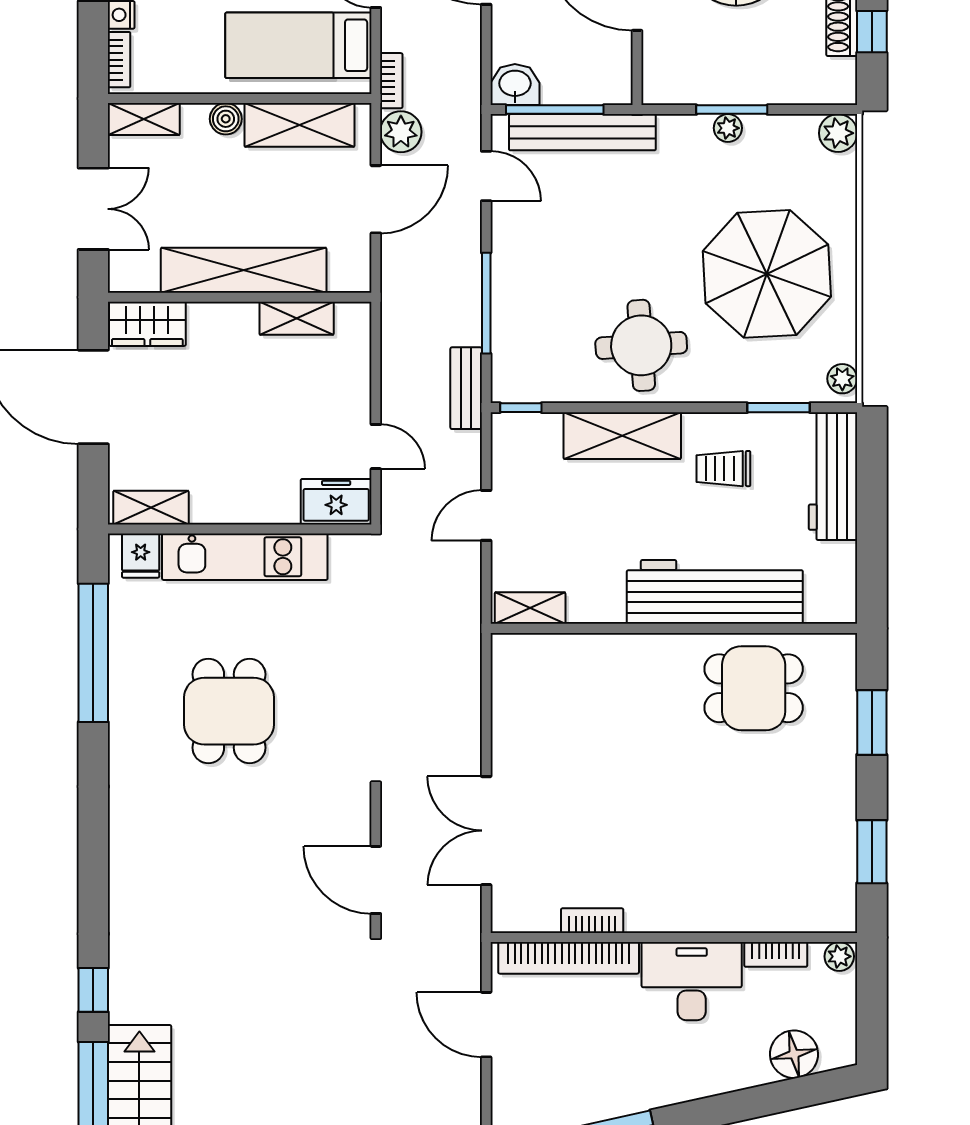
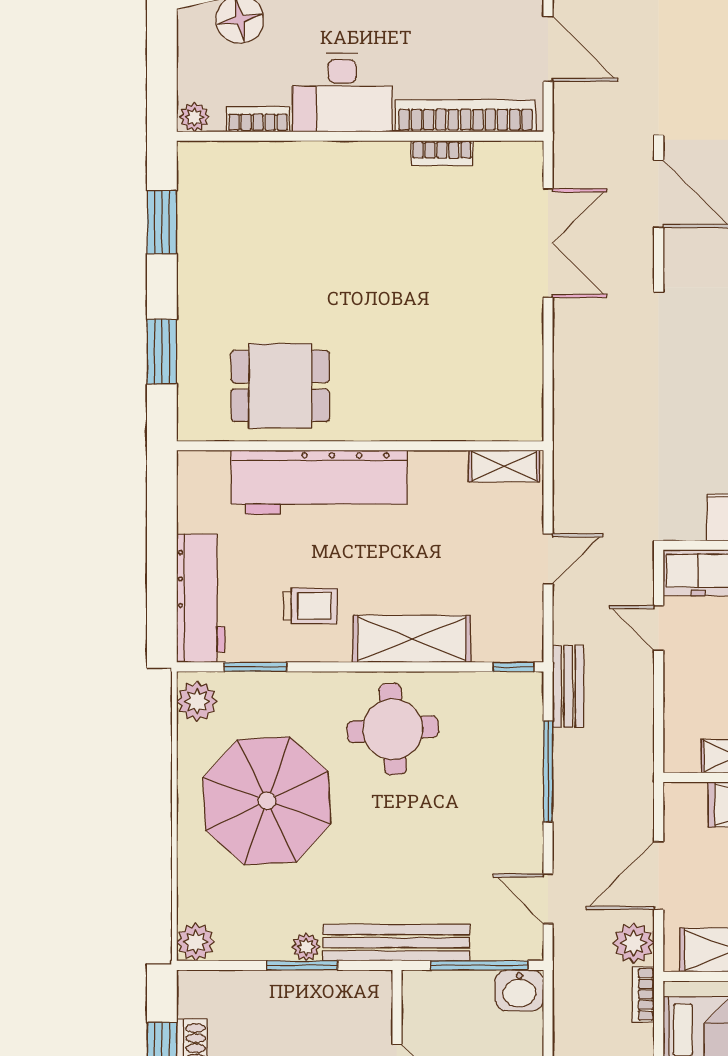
bench: (582, 132) -> (396, 943), moved
plant: (842, 379) -> (197, 701), width x1.38, depth x1.38

